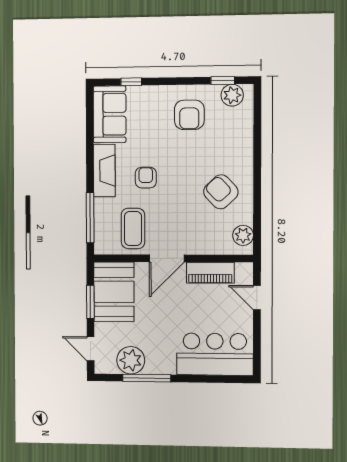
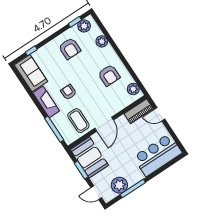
plant: (243, 135) -> (102, 41), added
armchair: (221, 192) -> (109, 75), turned -137
piano: (210, 273) -> (139, 111), moved

